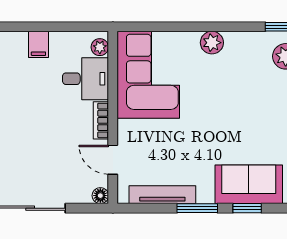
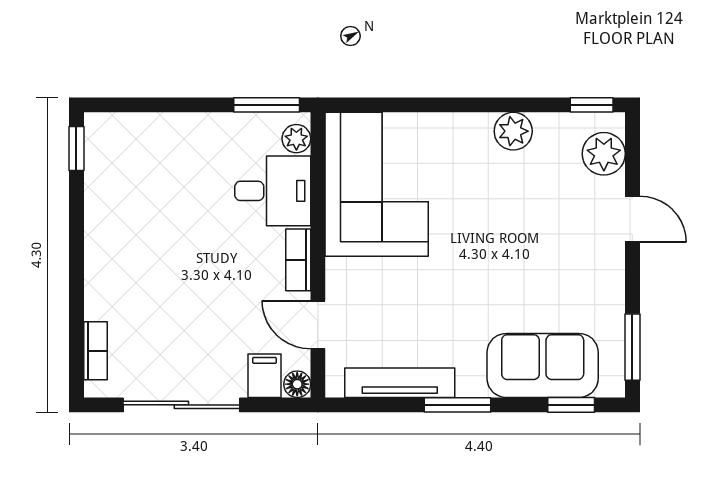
window: (82, 27) -> (267, 105), added
plant: (212, 43) -> (513, 131), moved
filing cabinet: (38, 44) -> (265, 376), moved, turned 180
window: (247, 208) -> (571, 405), moved

